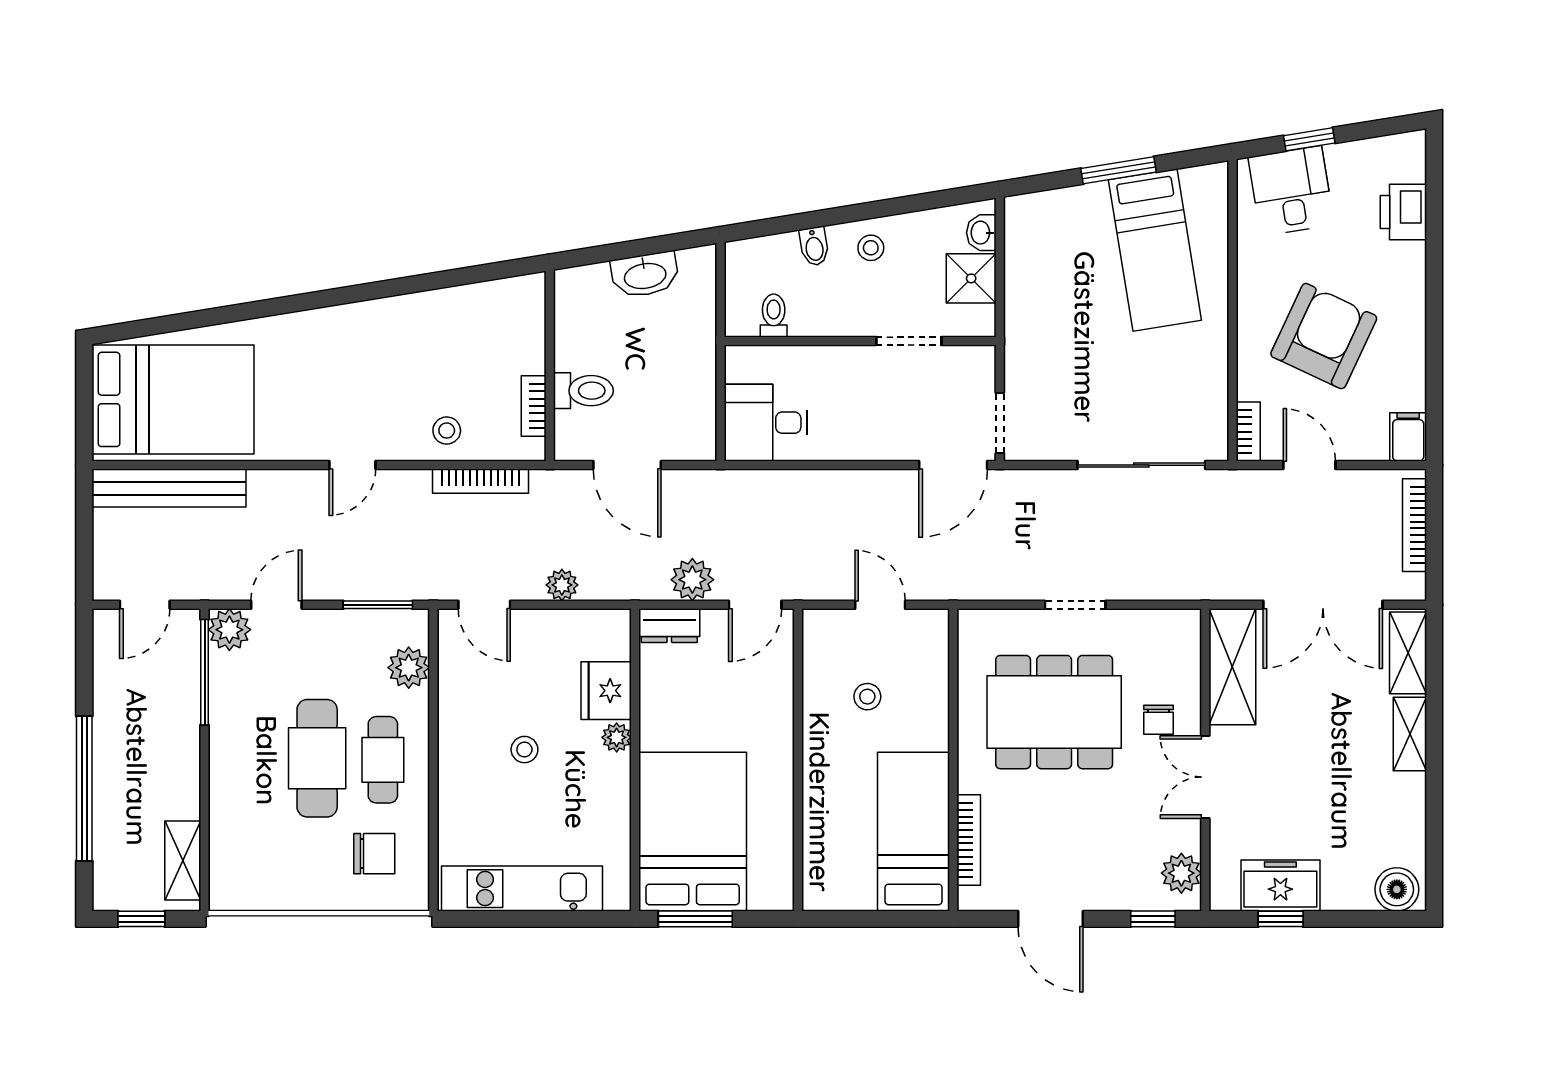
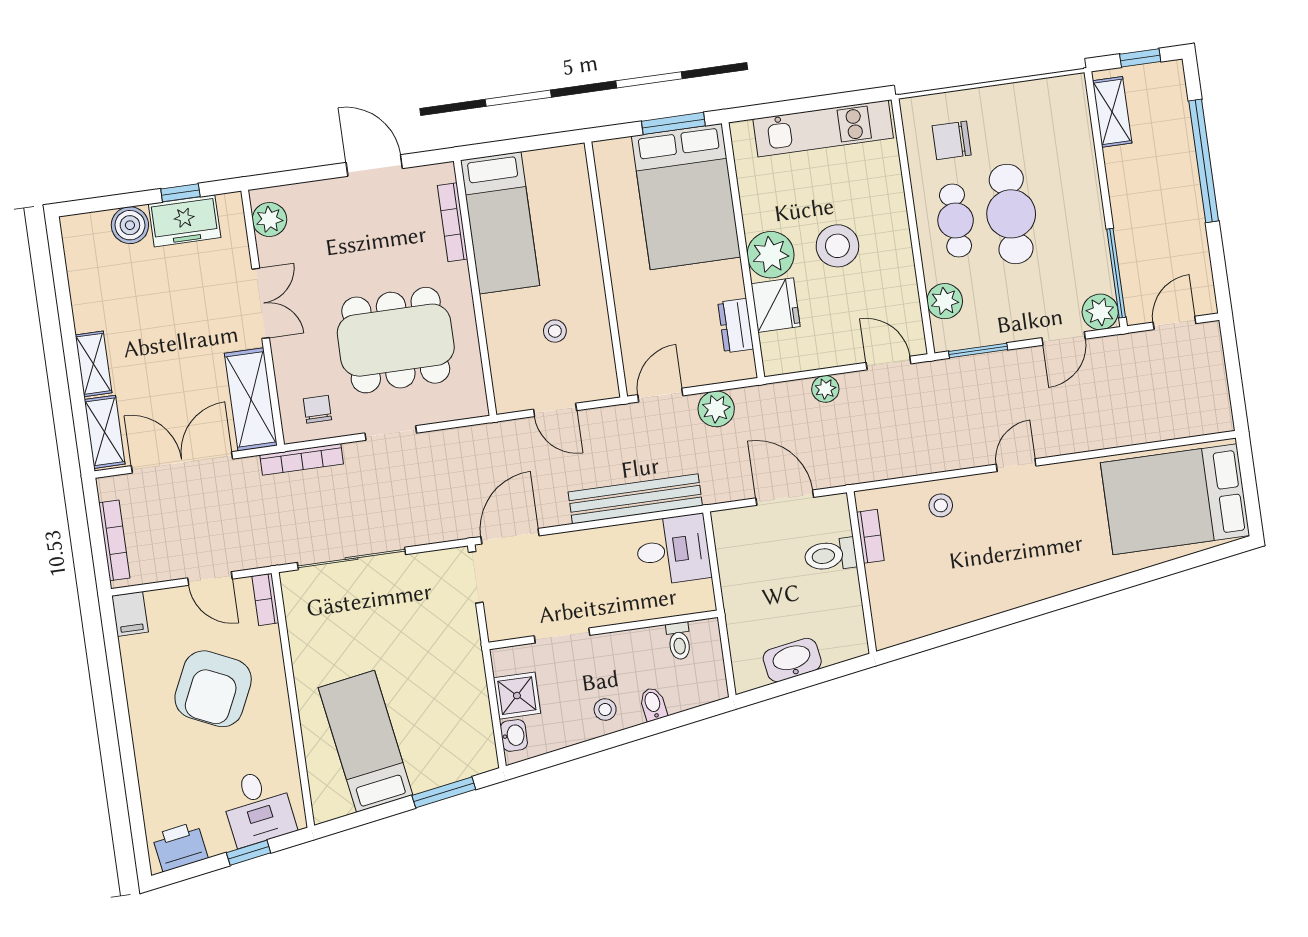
window: (1118, 170) -> (444, 792), moved
printer: (1403, 212) -> (180, 847), moved, turned -99
bookcase: (480, 481) -> (302, 459), moved, turned 180
bench: (169, 488) -> (635, 499), moved
dresser: (669, 626) -> (736, 326), moved, turned -90
chair: (1159, 720) -> (317, 409), moved
plant: (617, 737) -> (771, 255), width x1.87, depth x1.87
stool: (524, 750) -> (837, 246), width x1.89, depth x1.89
boiler: (1397, 889) -> (130, 225), moved
window: (1153, 919) -> (288, 178), removed

